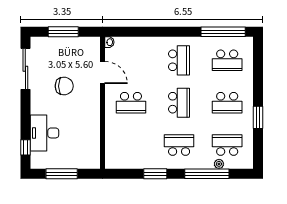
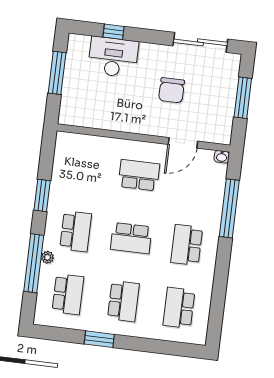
window: (223, 32) -> (229, 208), moved
school desk: (179, 60) -> (187, 245), turned 90
school desk: (131, 103) -> (139, 175), turned 90
school desk: (227, 103) -> (123, 301), turned 180
window: (25, 147) -> (114, 32), moved
plant: (219, 164) -> (47, 257), moved

